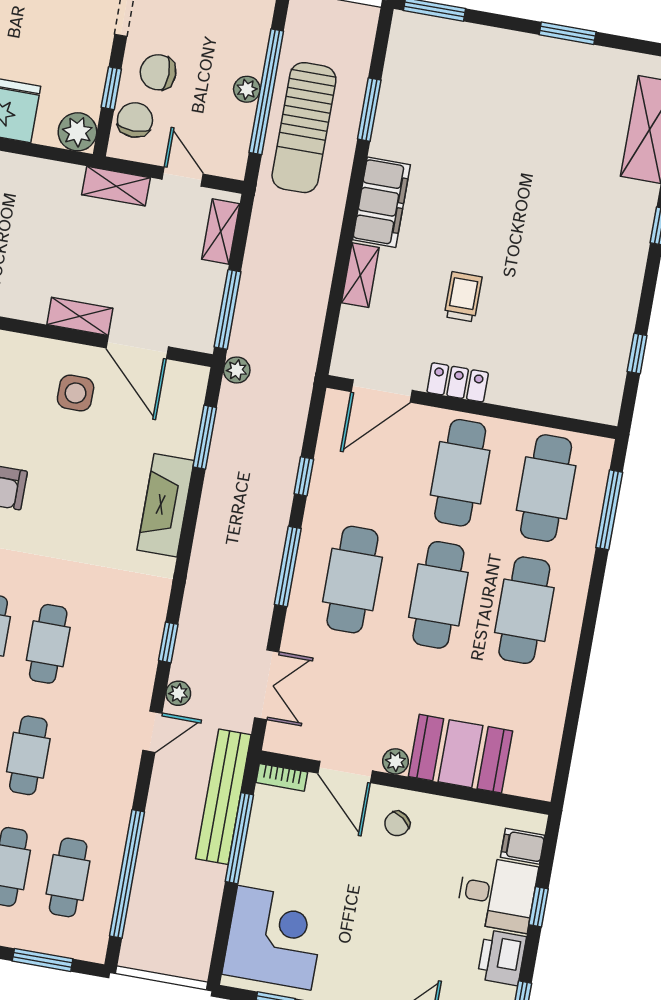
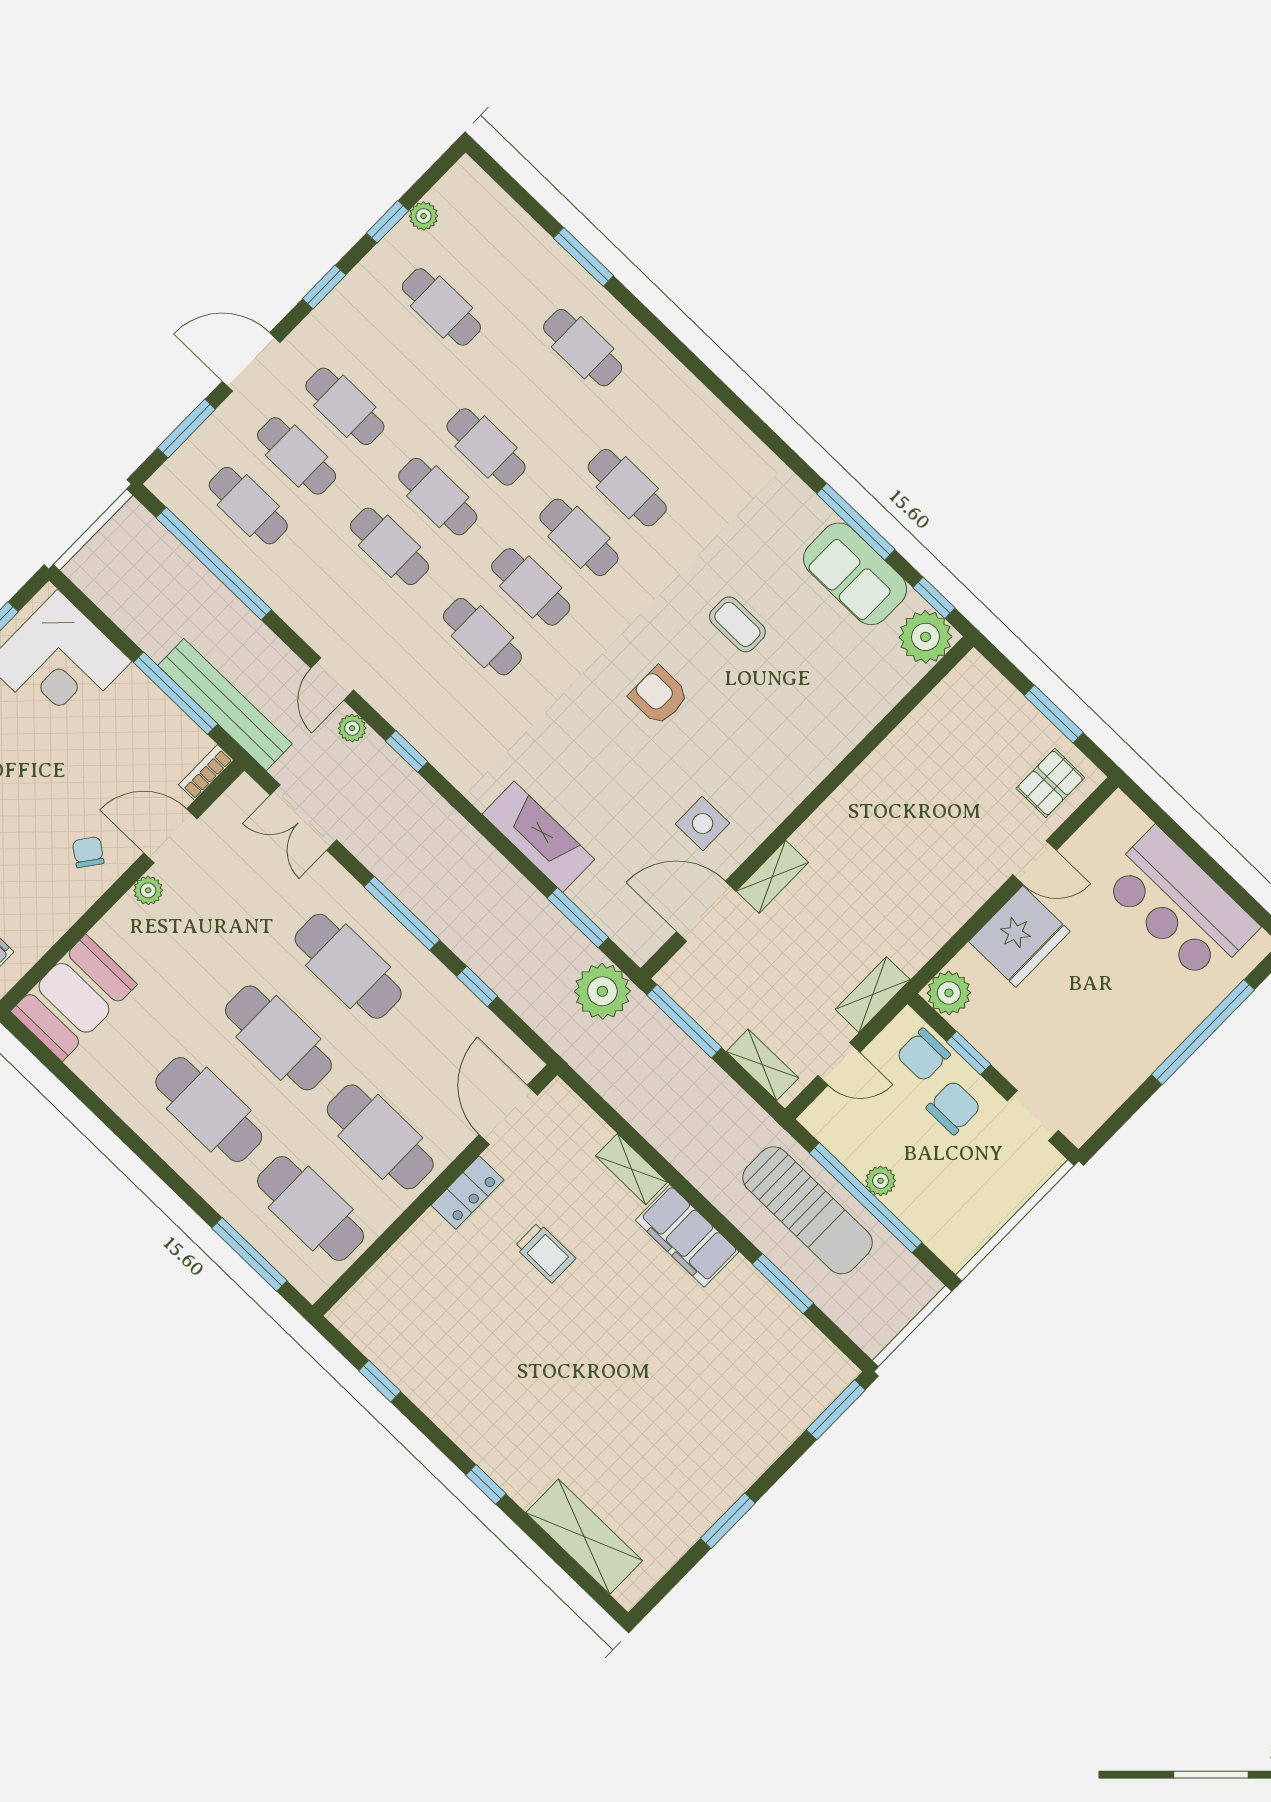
chair: (135, 120) -> (923, 1055), turned 90
sun lounger: (304, 128) -> (808, 1210), turned 180
plant: (237, 370) -> (602, 991), width x1.88, depth x1.88
booth: (460, 754) -> (74, 998), moved

